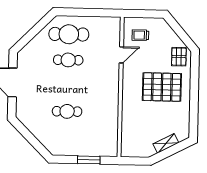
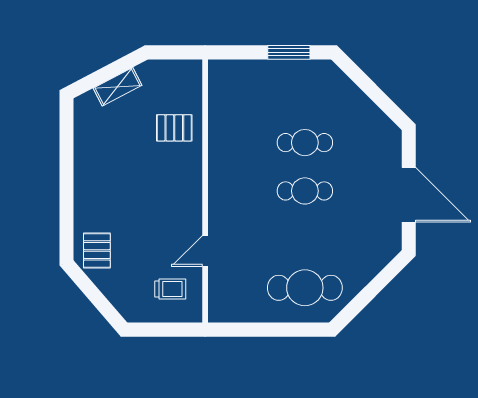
cafe table: (68, 60) -> (305, 191), moved
pallet: (162, 87) -> (174, 128), moved, width x0.49, depth x0.50
window: (89, 160) -> (289, 52), moved

